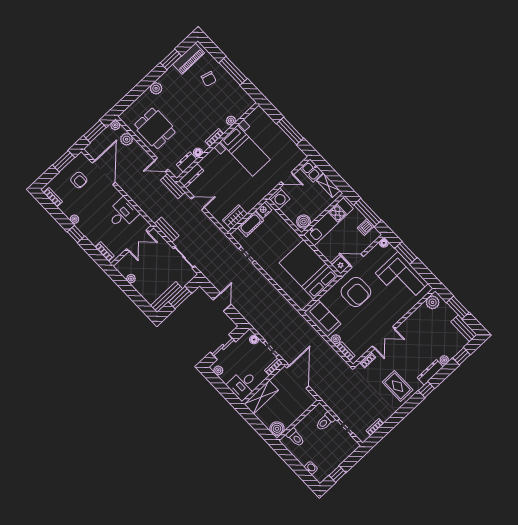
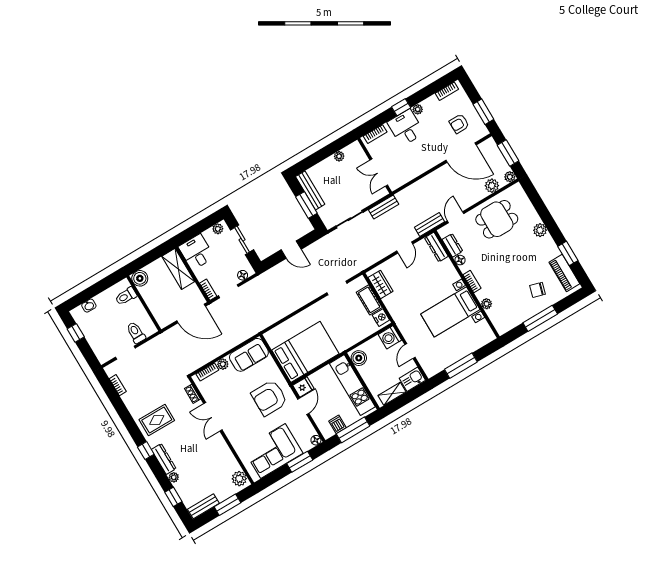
desk: (122, 214) -> (406, 128), moved, turned 180

